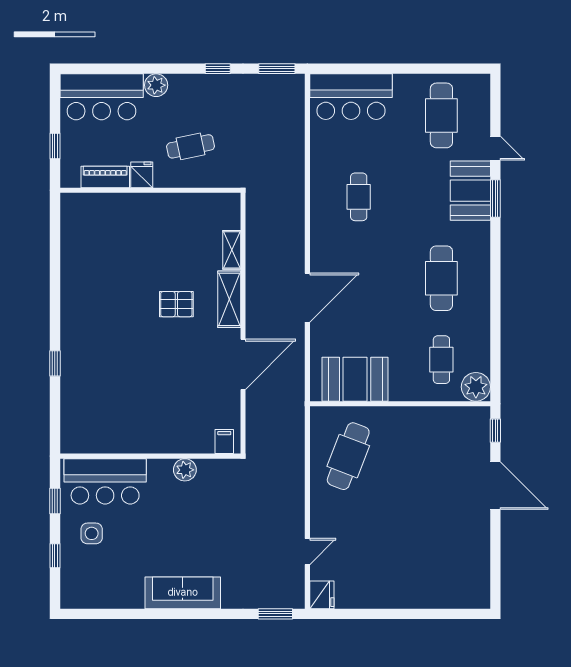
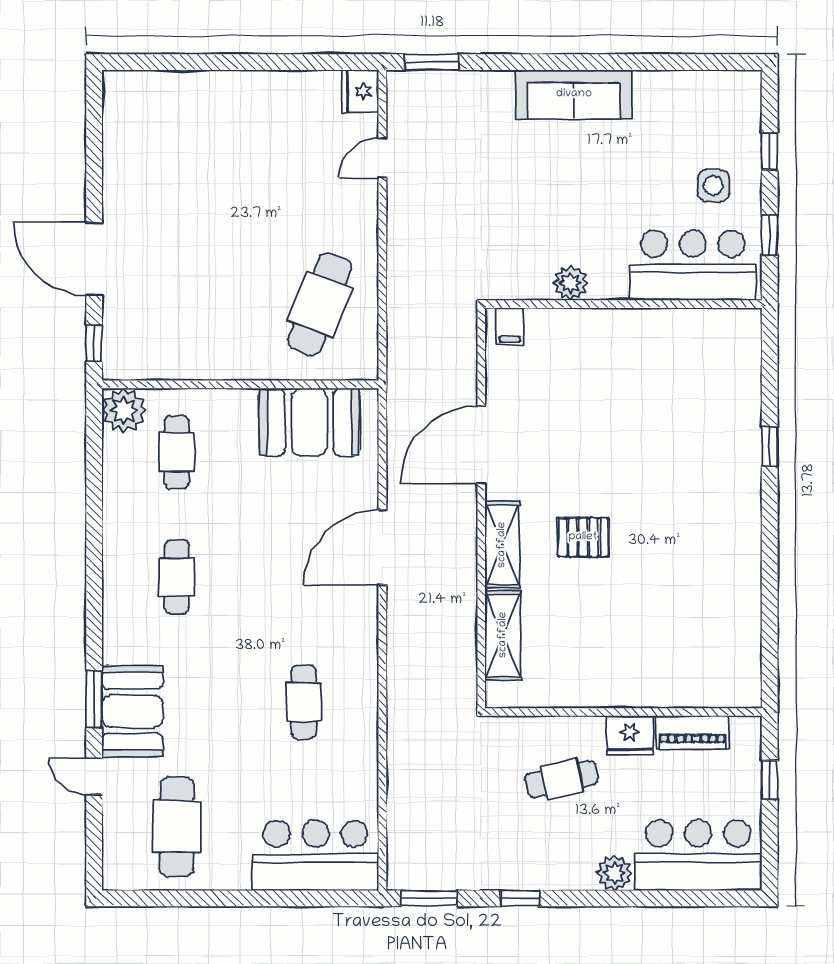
fridge: (142, 175) -> (630, 736), width x1.38
shelving: (232, 250) -> (503, 635), width x1.50, depth x1.33
cafe table: (441, 278) -> (177, 577), width x0.73, depth x0.74

